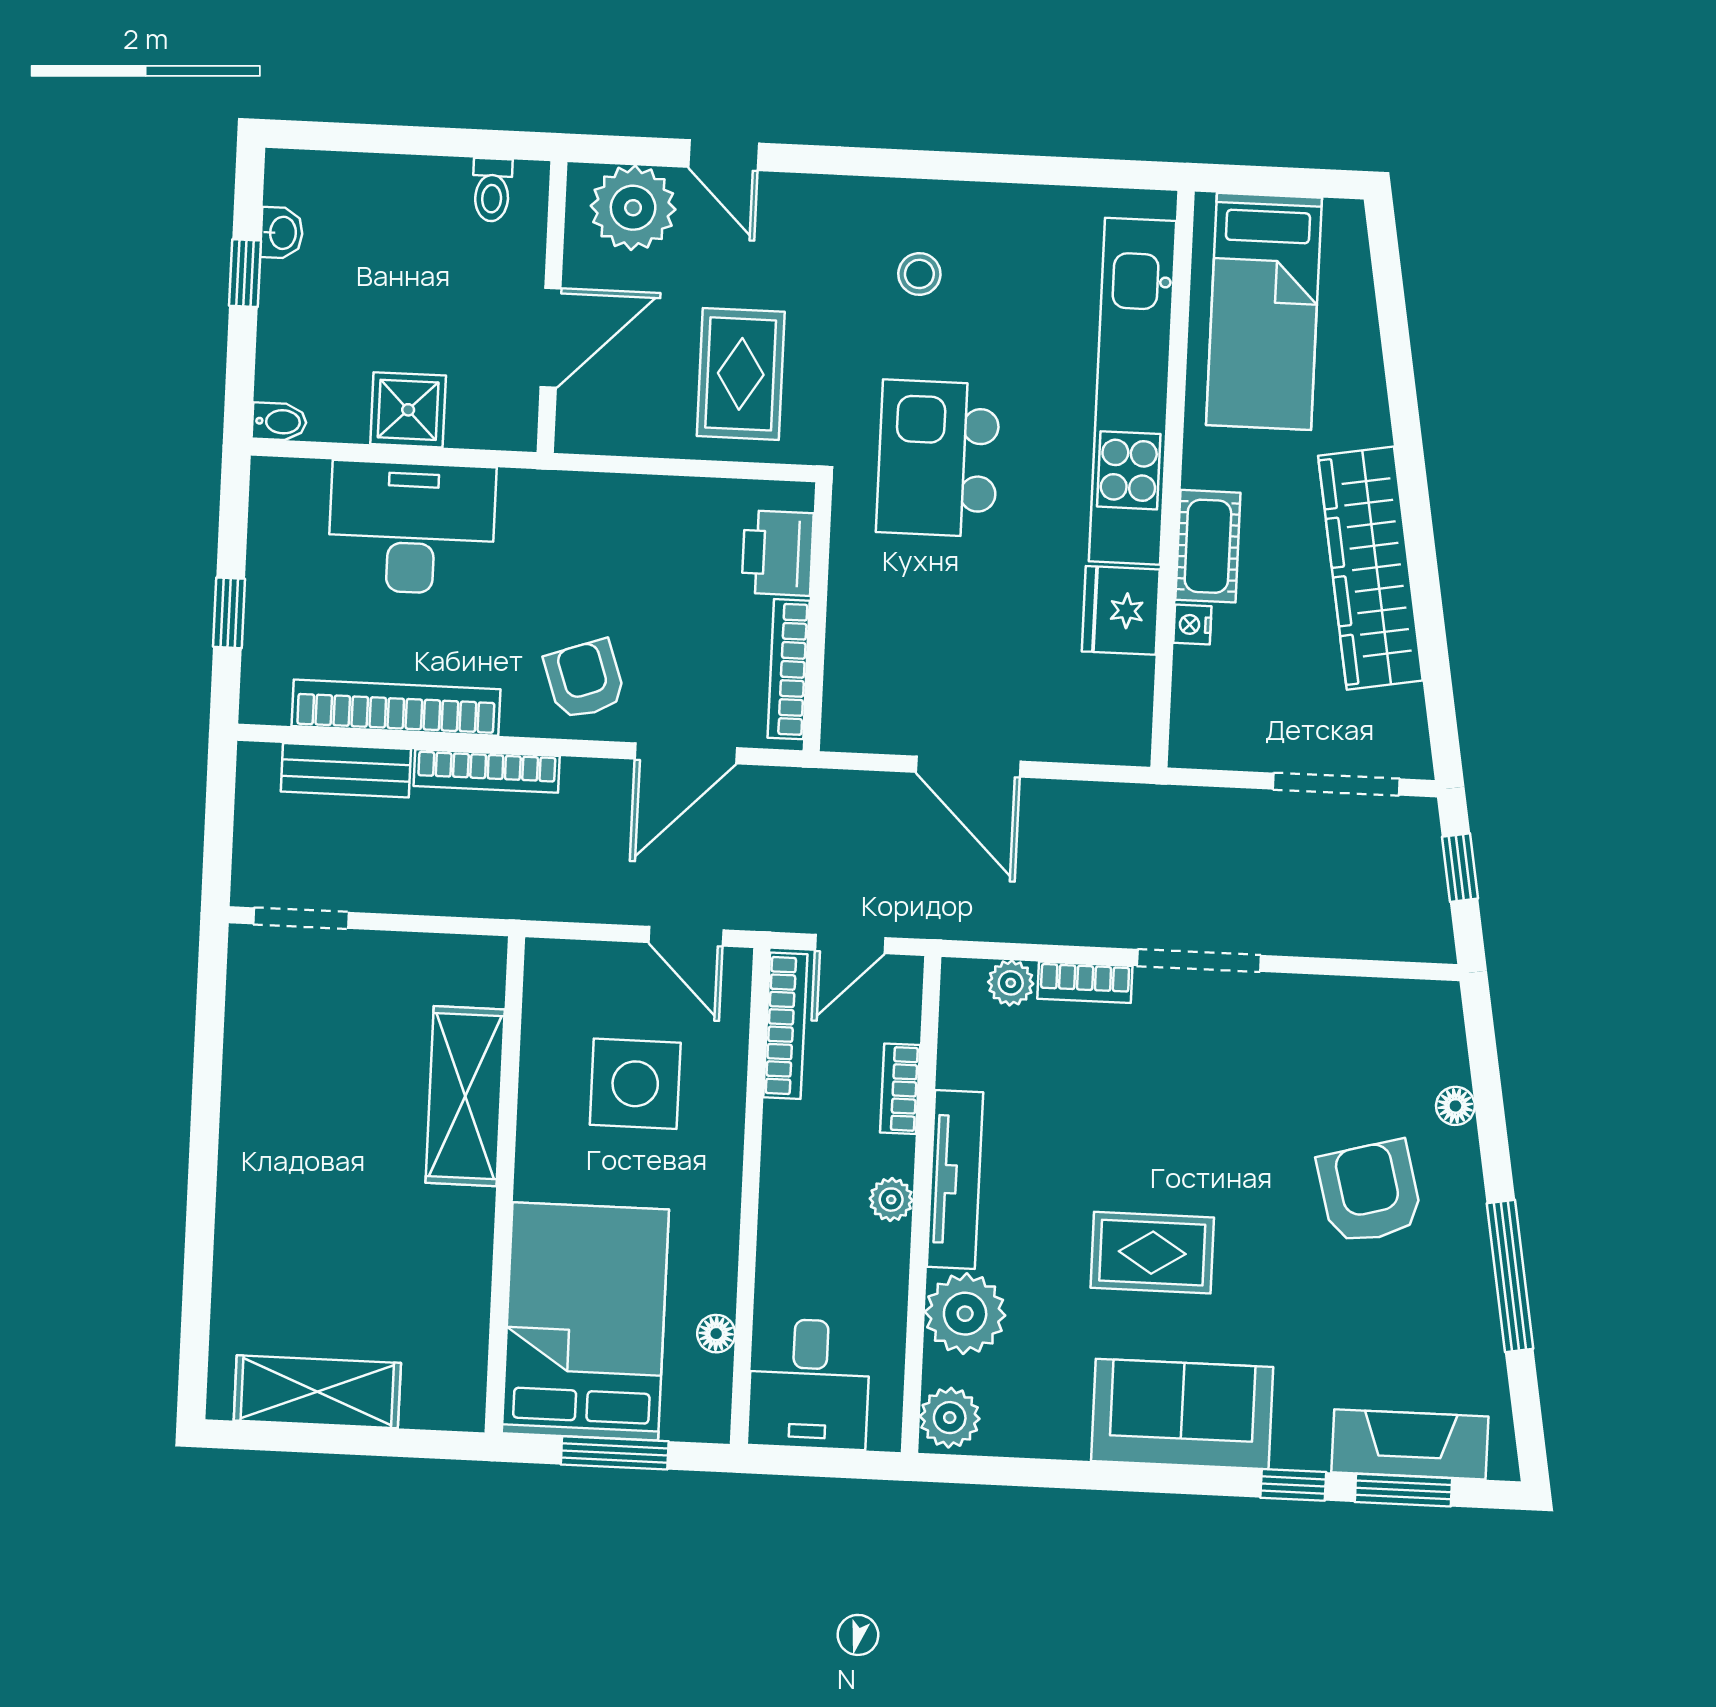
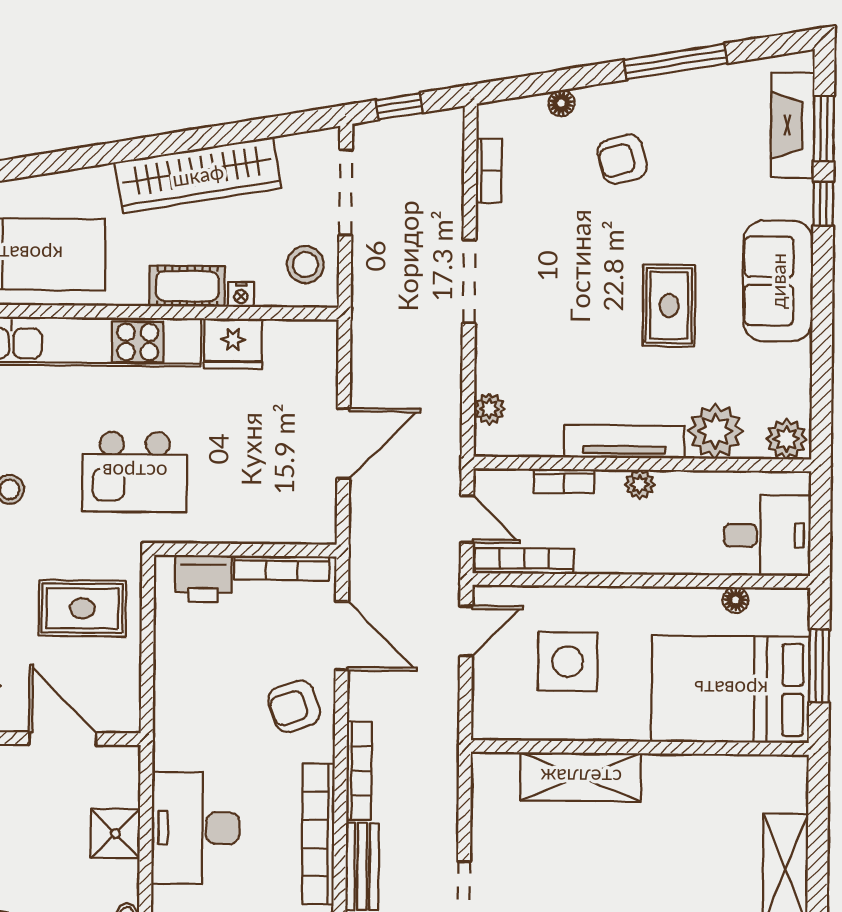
stool: (1233, 721) -> (305, 265), added
bookcase: (1085, 982) -> (489, 171), moved
armchair: (1370, 1192) -> (622, 159), width x0.72, depth x0.72

